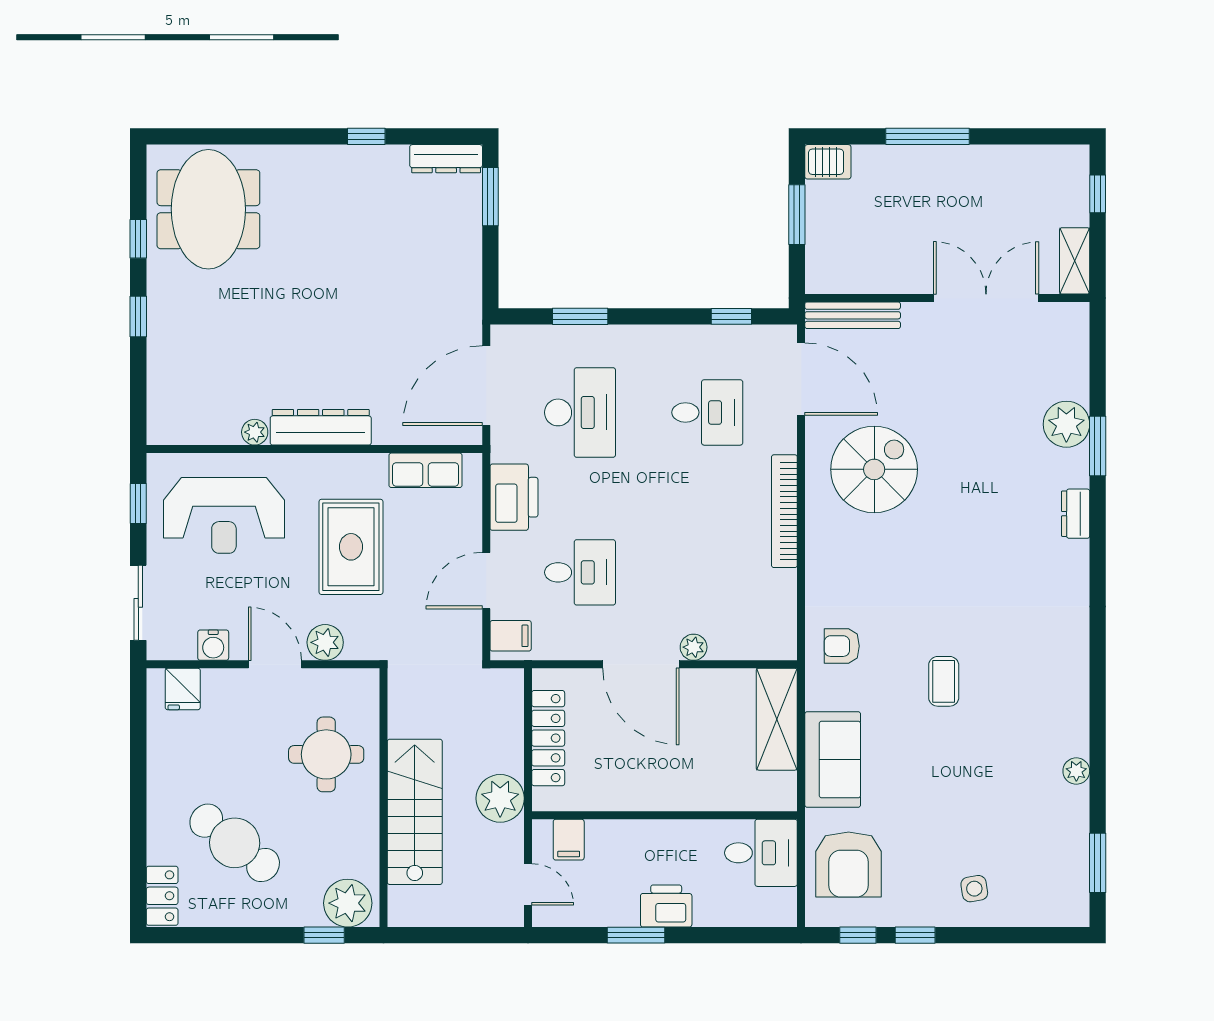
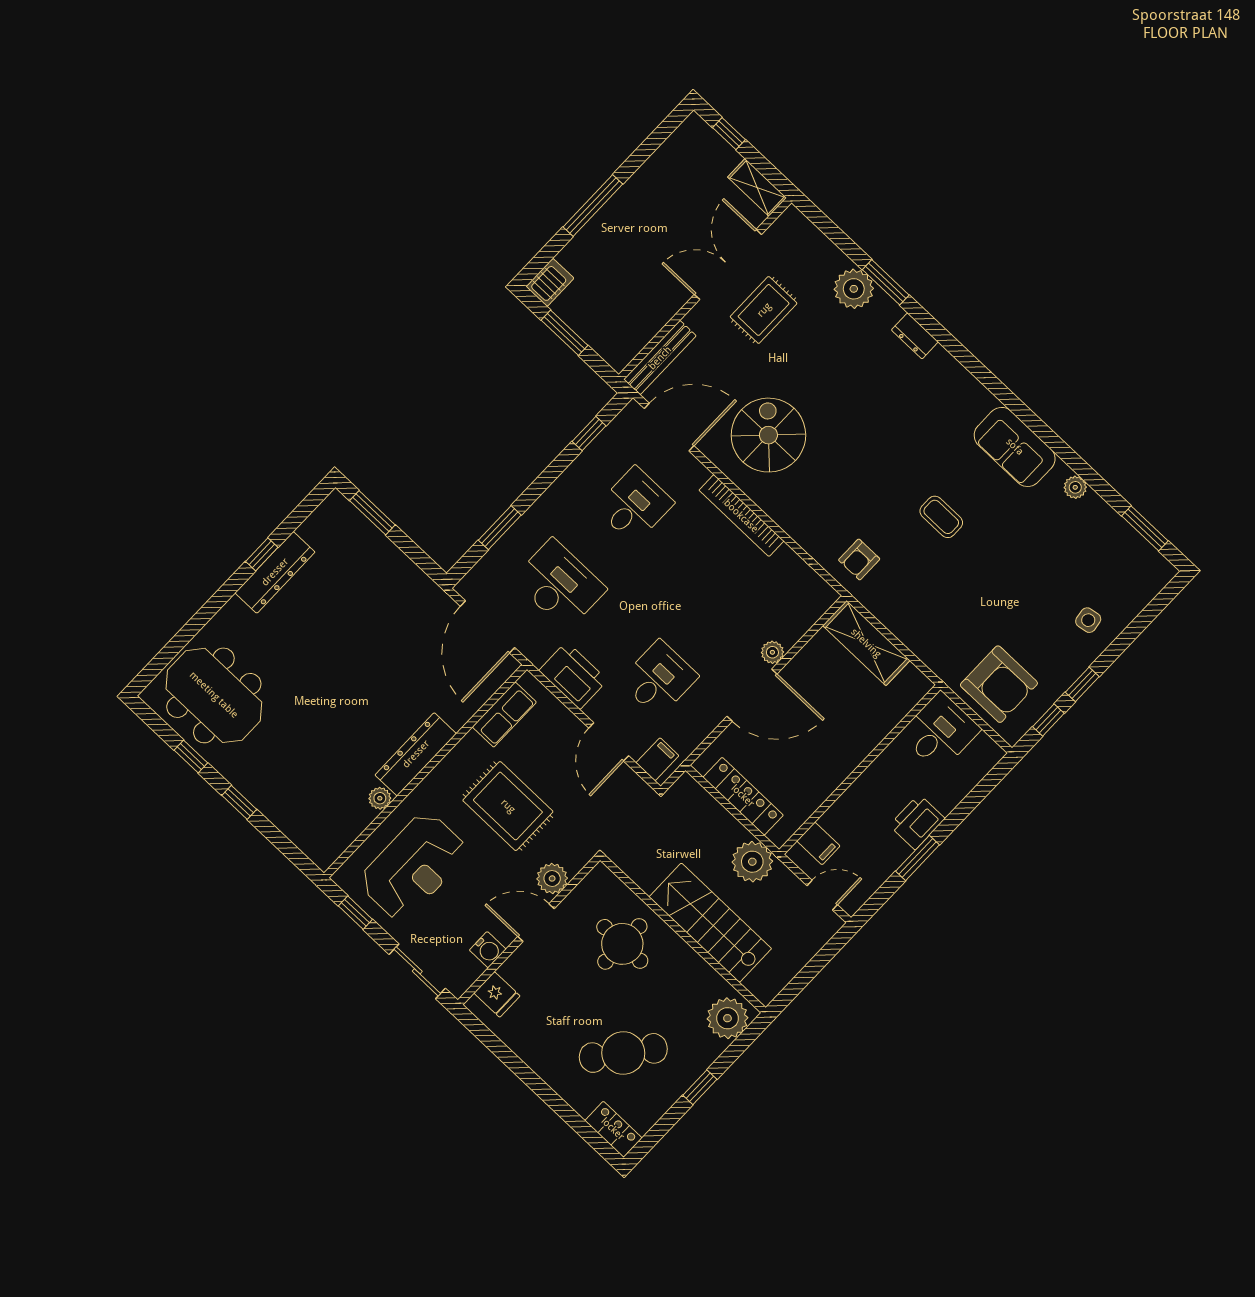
dresser: (446, 159) -> (275, 572), moved, width x1.37, depth x1.24
rug: (976, 365) -> (764, 310), added
sofa: (833, 759) -> (1015, 447), moved, turned 180
window: (324, 935) -> (700, 1087), moved

